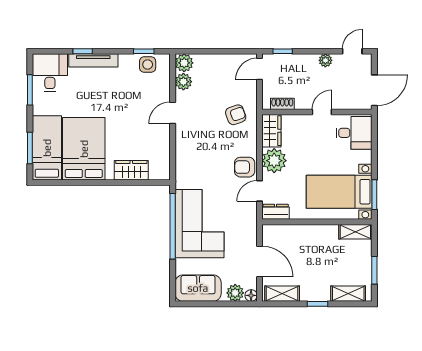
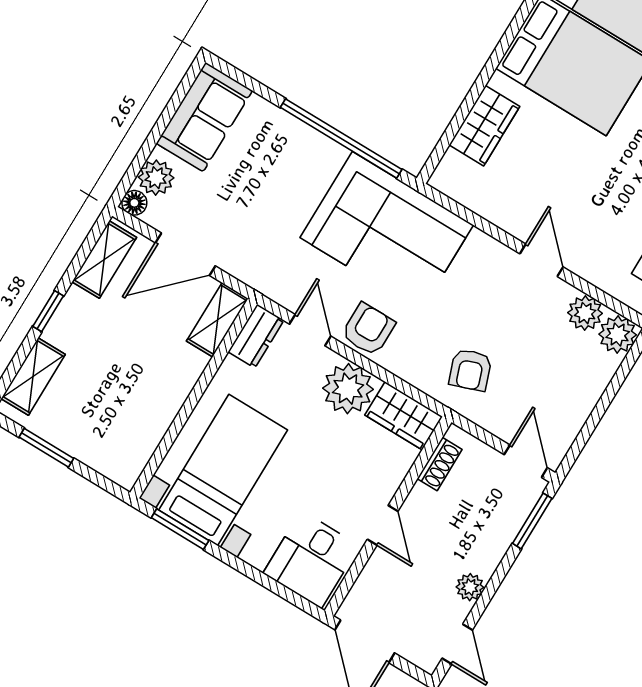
window: (283, 51) -> (532, 521), width x1.50
corner sofa: (199, 224) -> (387, 231), moved
shelving: (355, 232) -> (217, 320), moved

